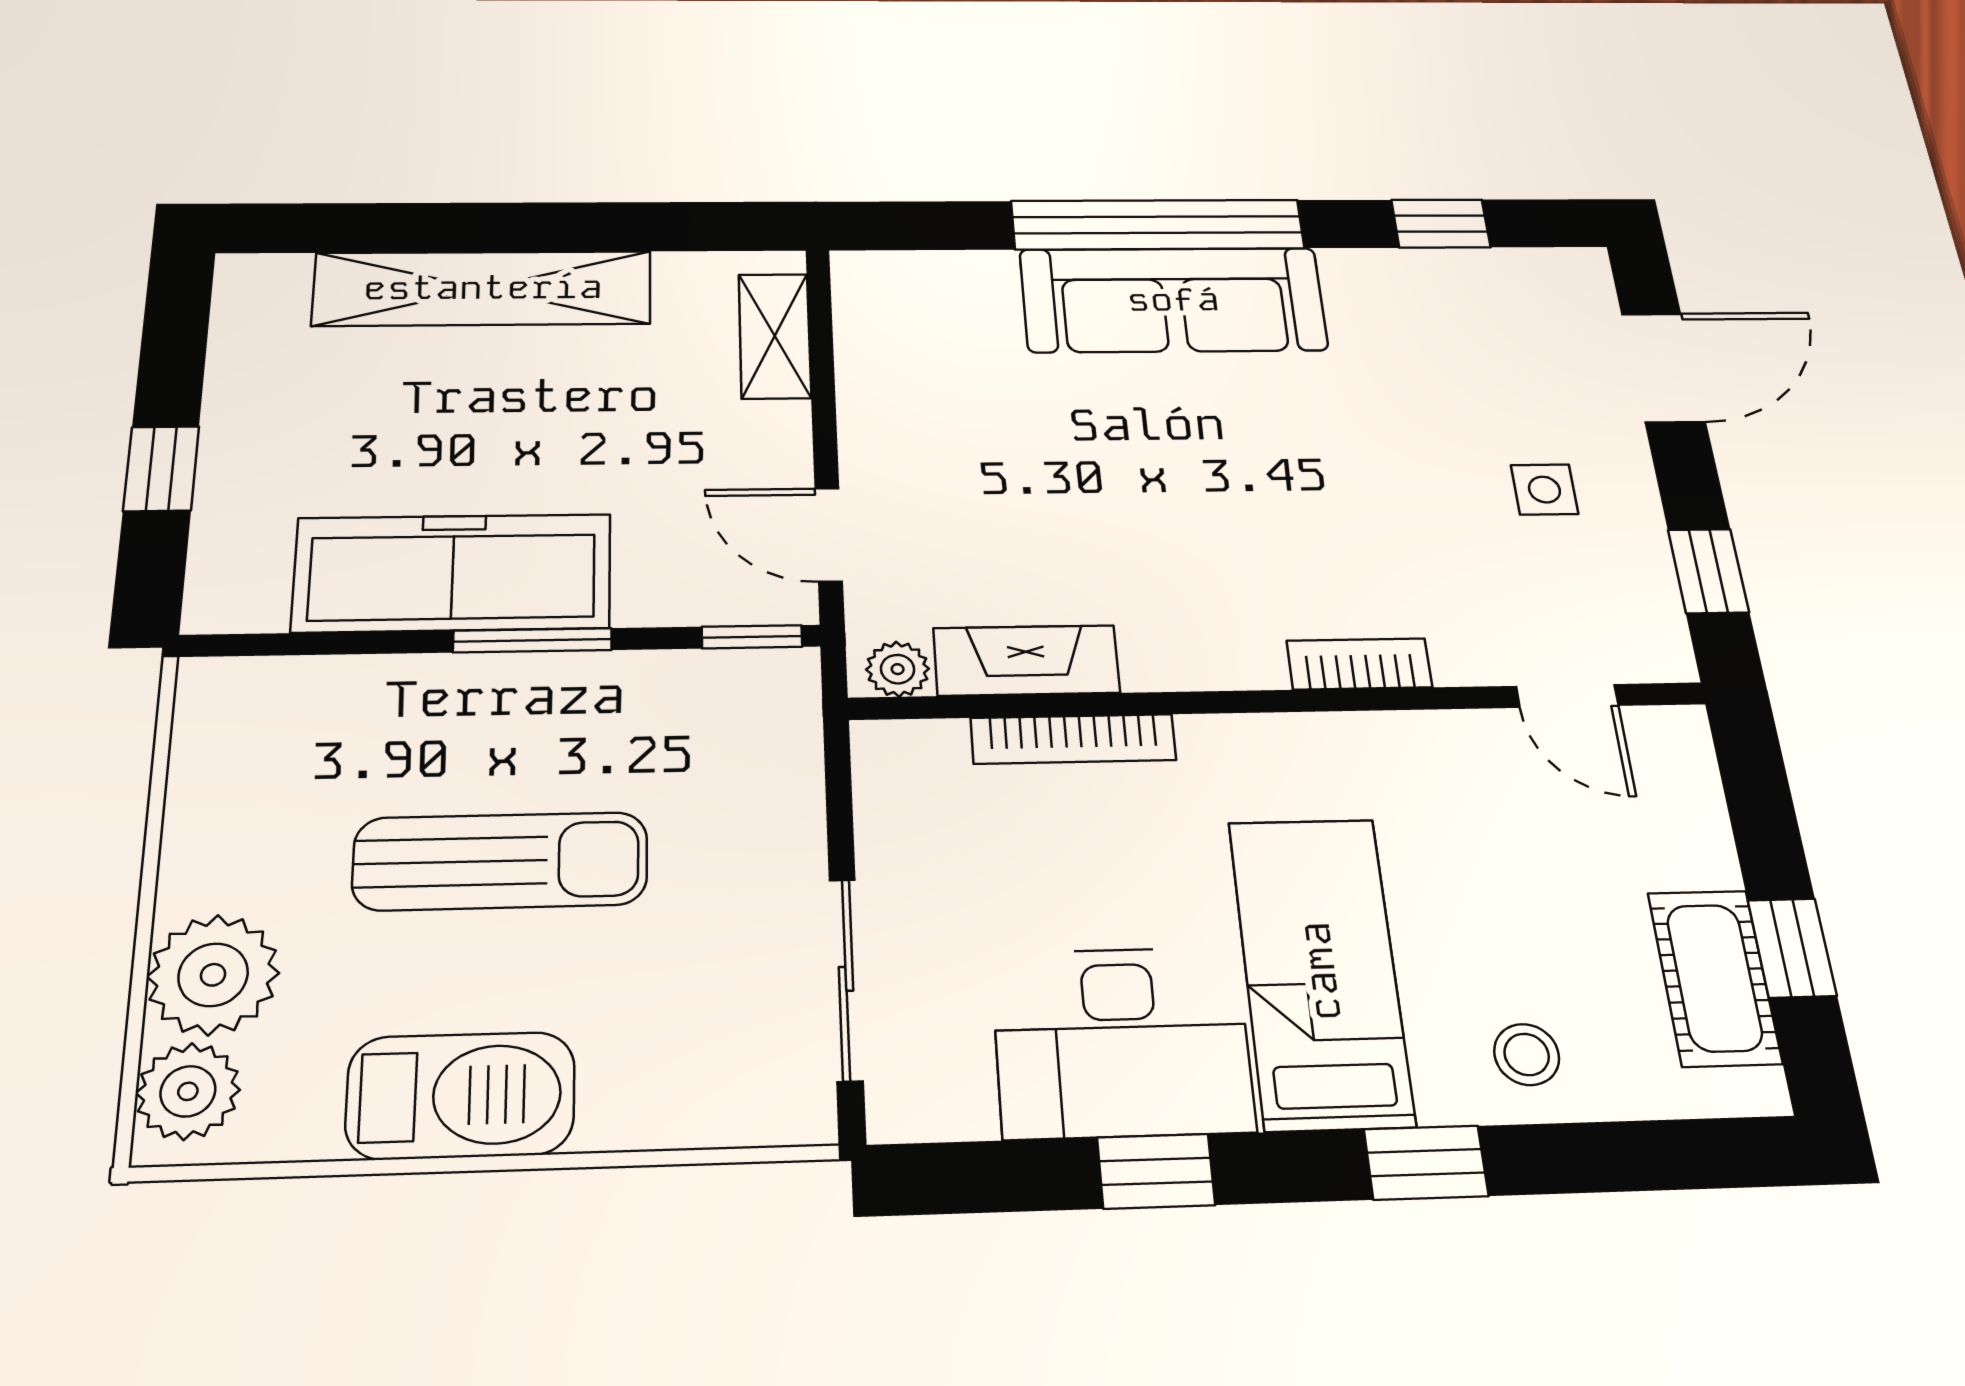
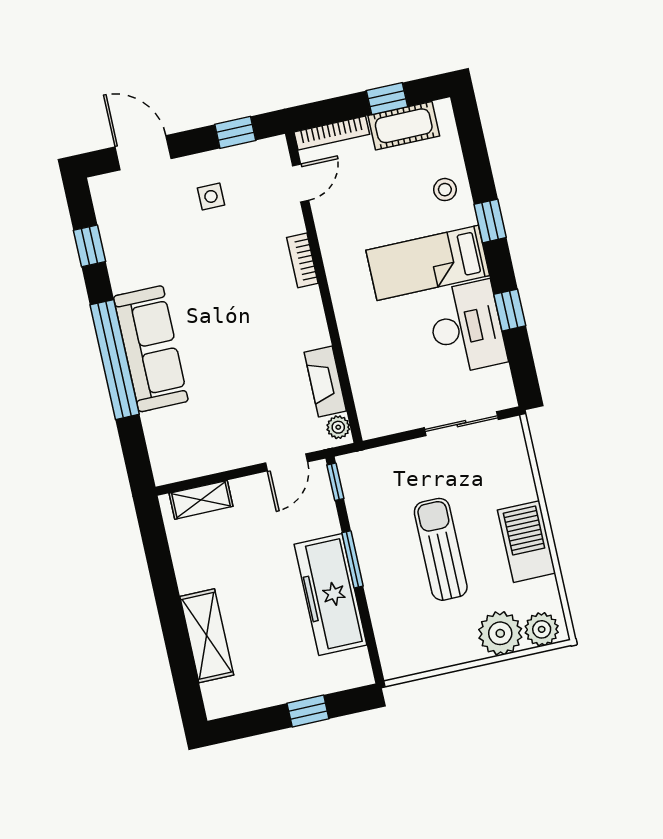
shelving: (483, 288) -> (207, 636), width x0.68
bookcase: (1073, 739) -> (332, 133), moved, turned 90

